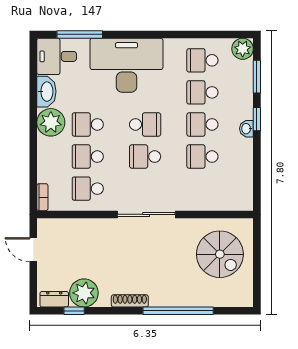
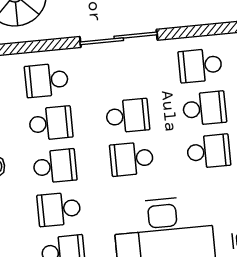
school desk: (202, 92) -> (59, 209), turned 180
school desk: (88, 189) -> (200, 65), turned 180
school desk: (202, 189) -> (47, 80), added

